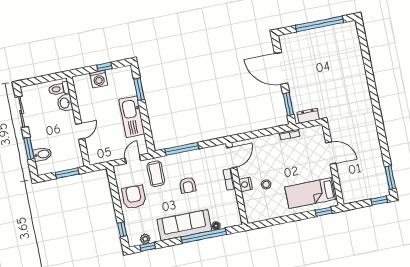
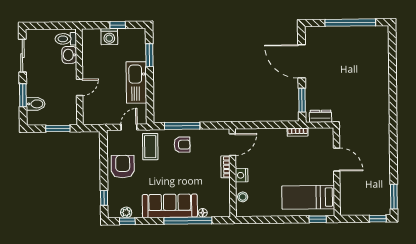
stool: (266, 184) -> (243, 197), moved
armchair: (188, 185) -> (182, 145), moved, turned -90

